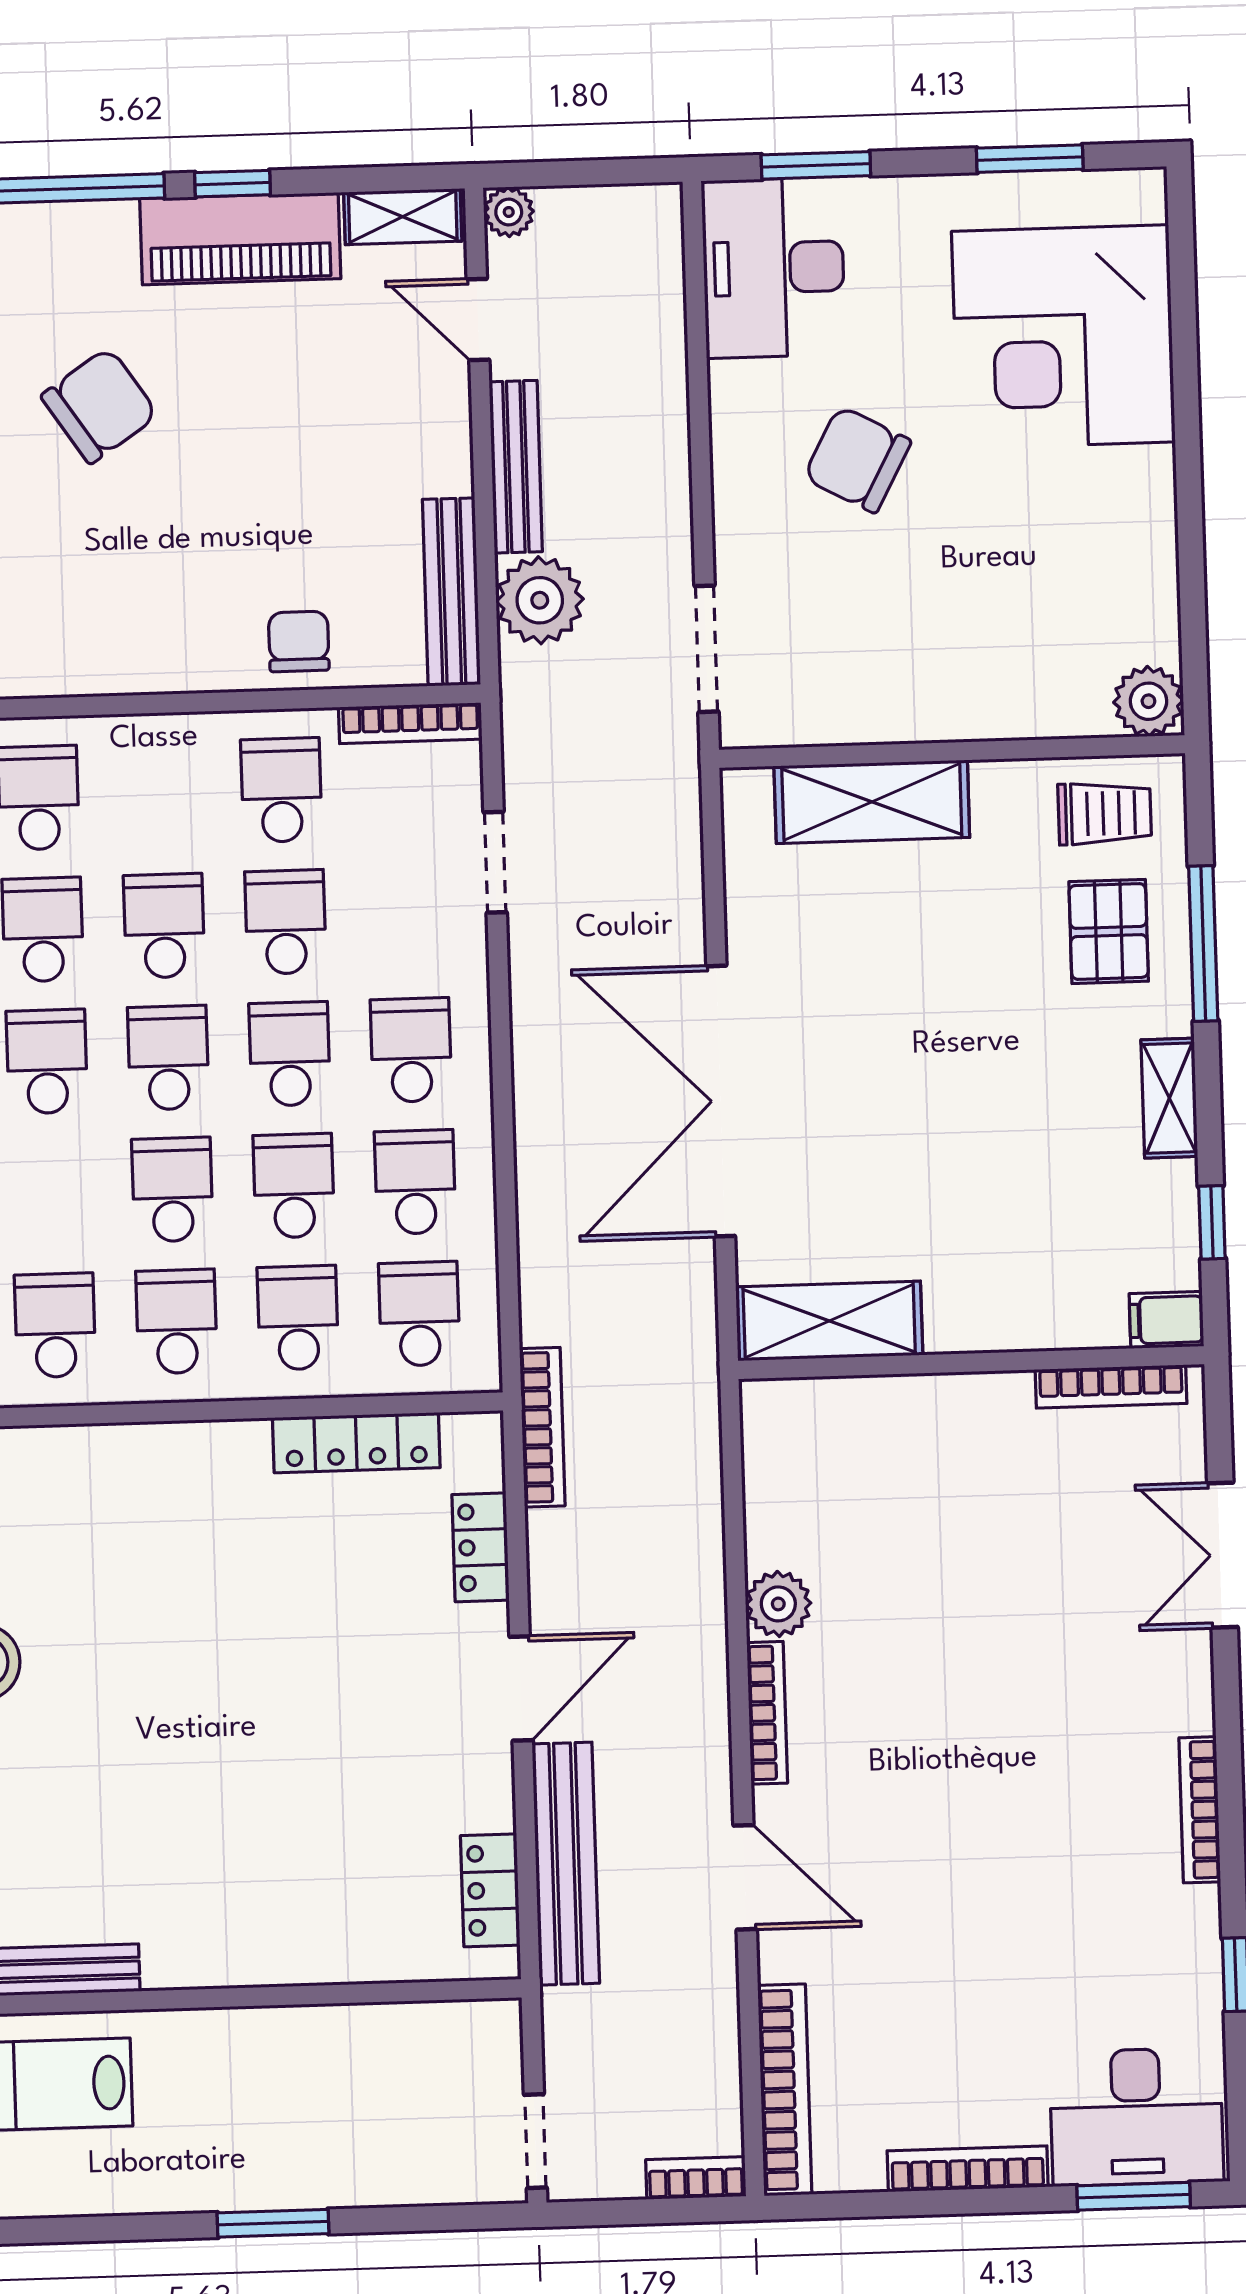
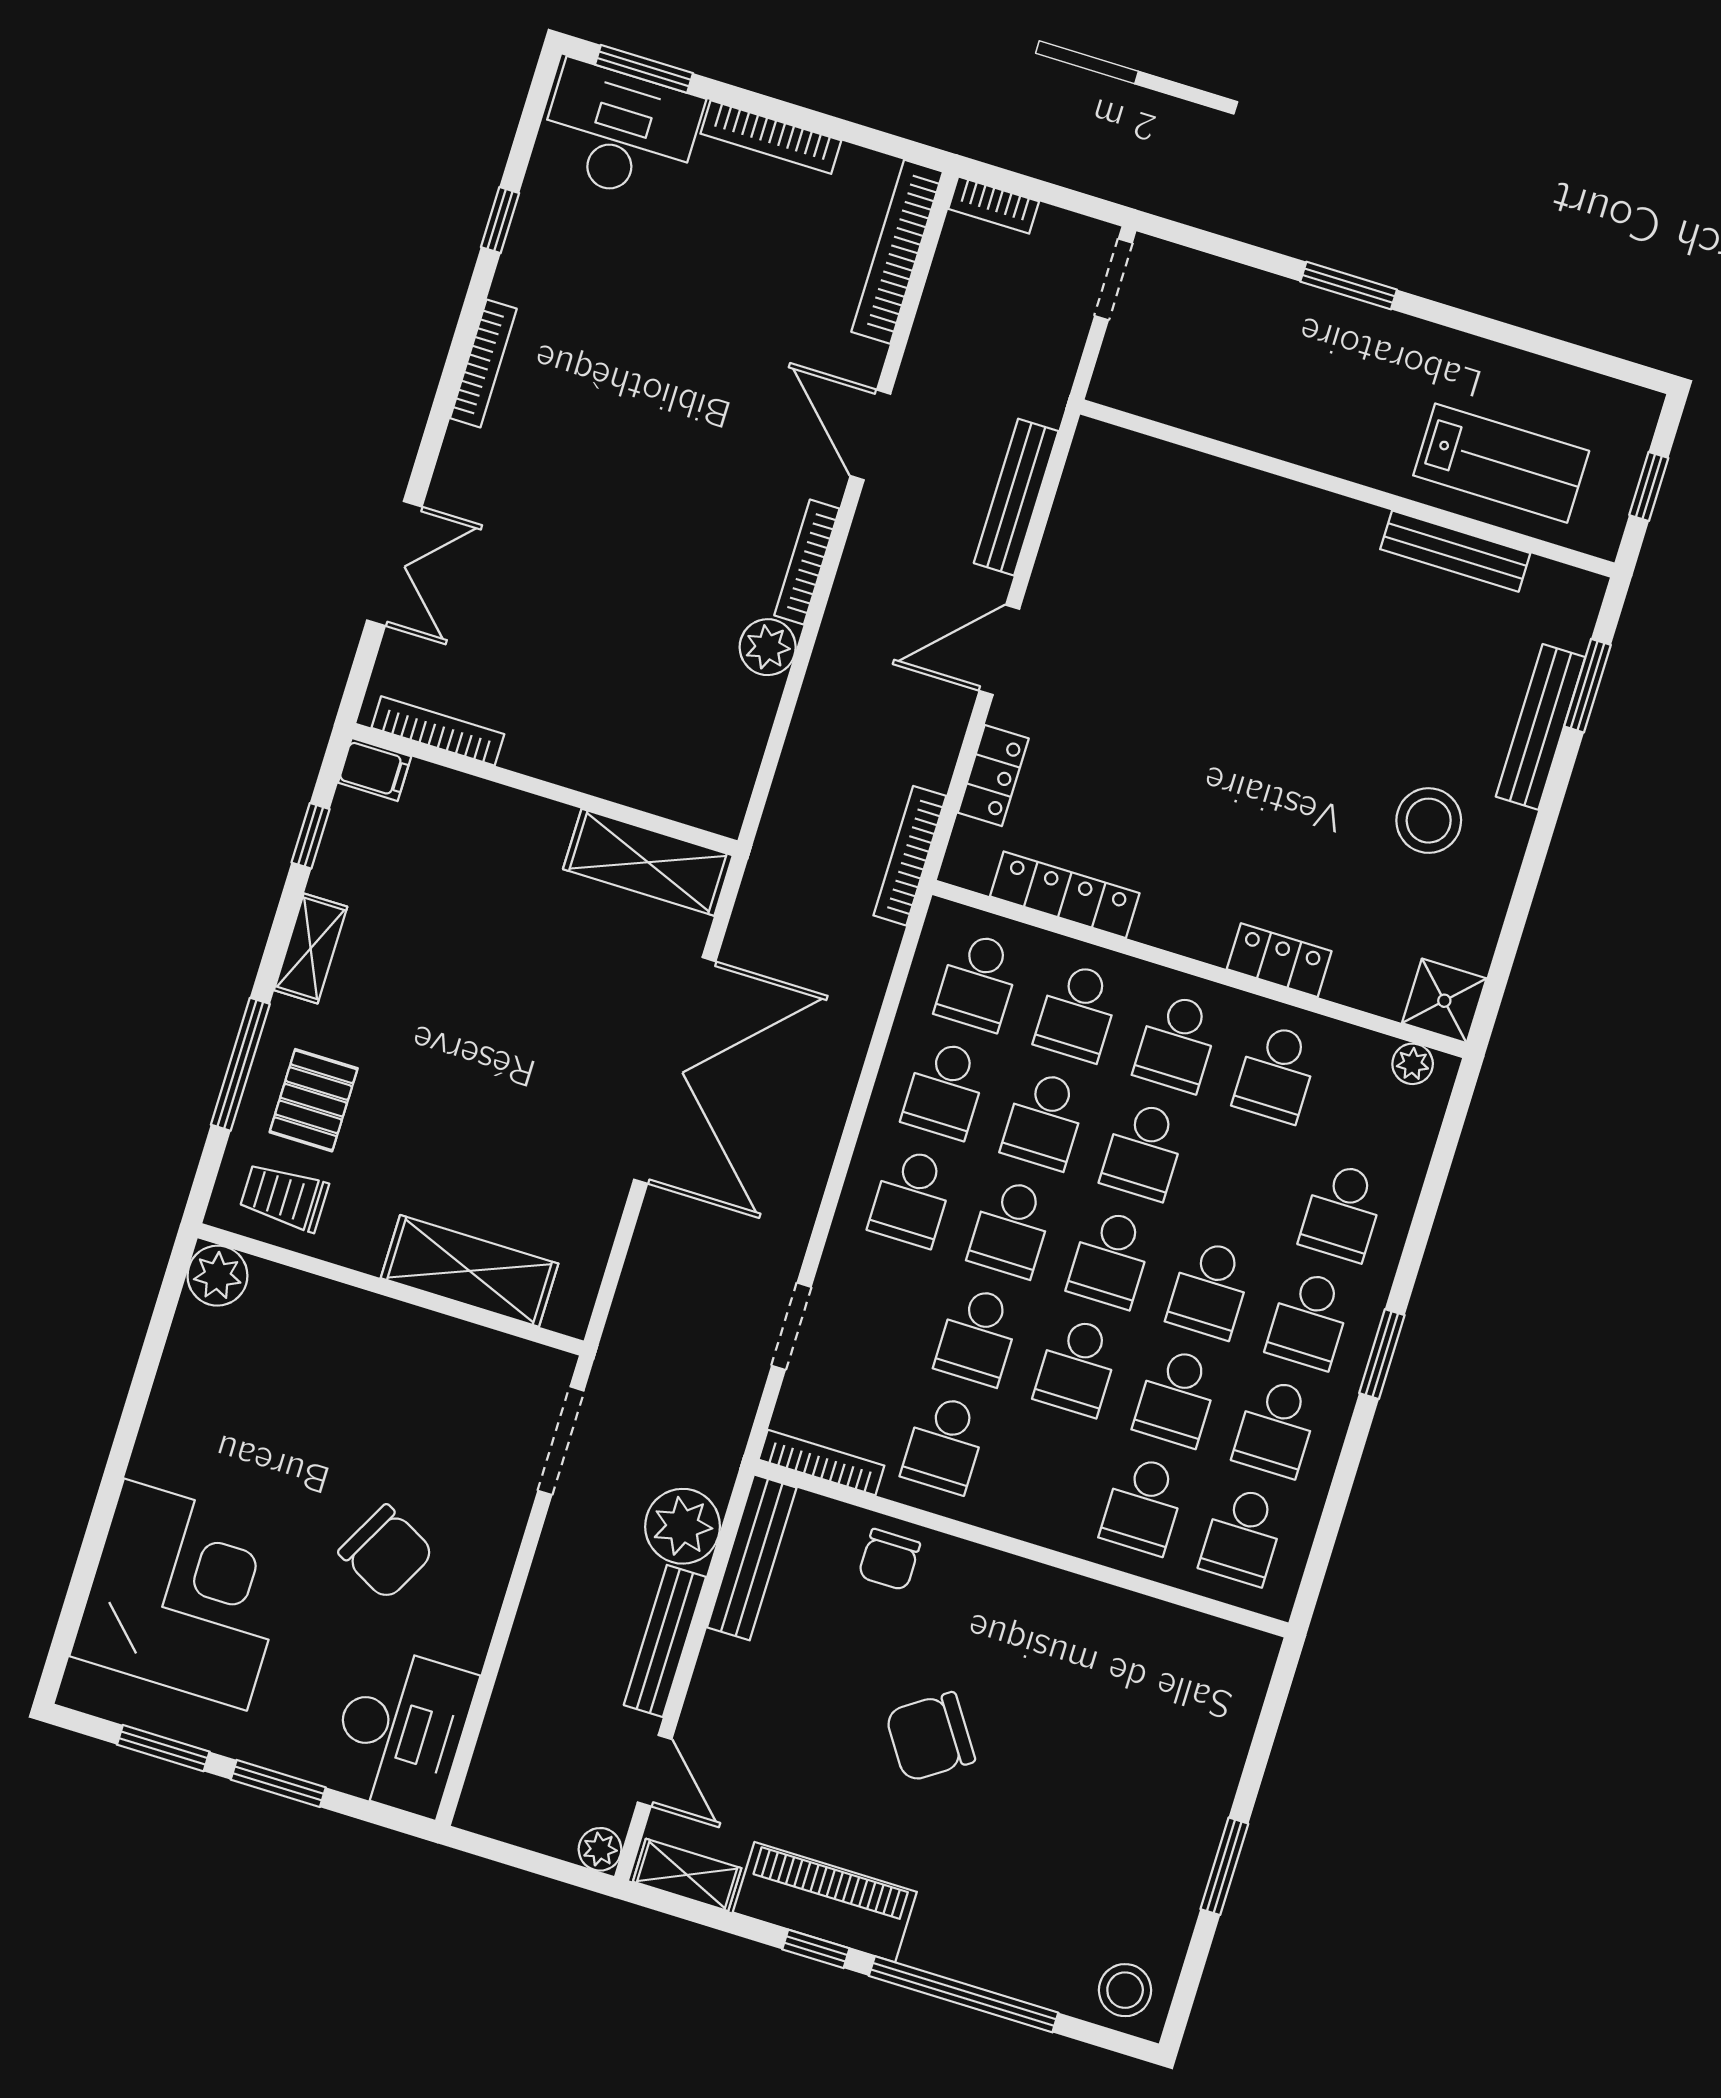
window: (816, 165) -> (278, 1783), moved
chair: (100, 406) -> (930, 1737), moved
bench: (566, 1864) -> (1016, 497), width x0.73, depth x0.82
locker: (490, 1890) -> (1279, 960), moved, turned -90

